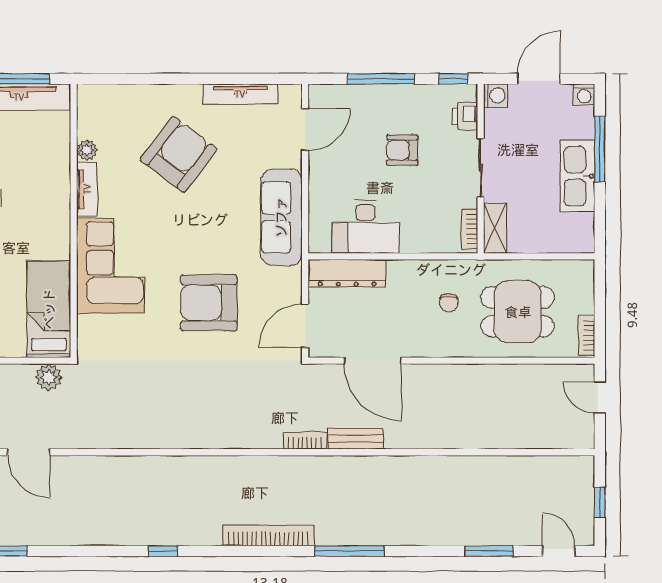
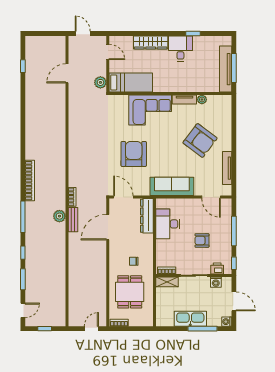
washing machine: (496, 96) -> (216, 282), moved
armchair: (402, 150) -> (202, 240), turned -90
plant: (348, 469) -> (59, 216), added
window: (163, 551) -> (23, 253), moved

